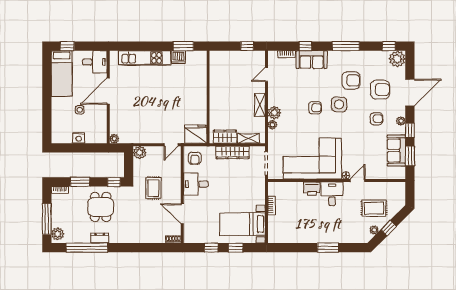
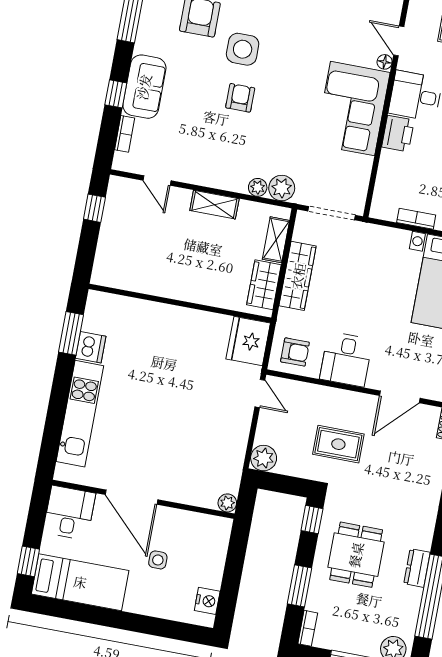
plant: (274, 113) -> (282, 188), moved
nightstand: (79, 138) -> (207, 601), moved
corner sofa: (312, 159) -> (353, 109), width x0.73, depth x0.74
dining table: (101, 207) -> (356, 555), turned 90

